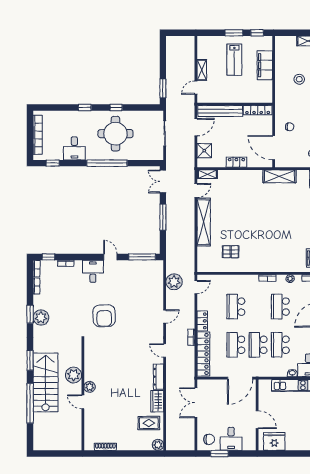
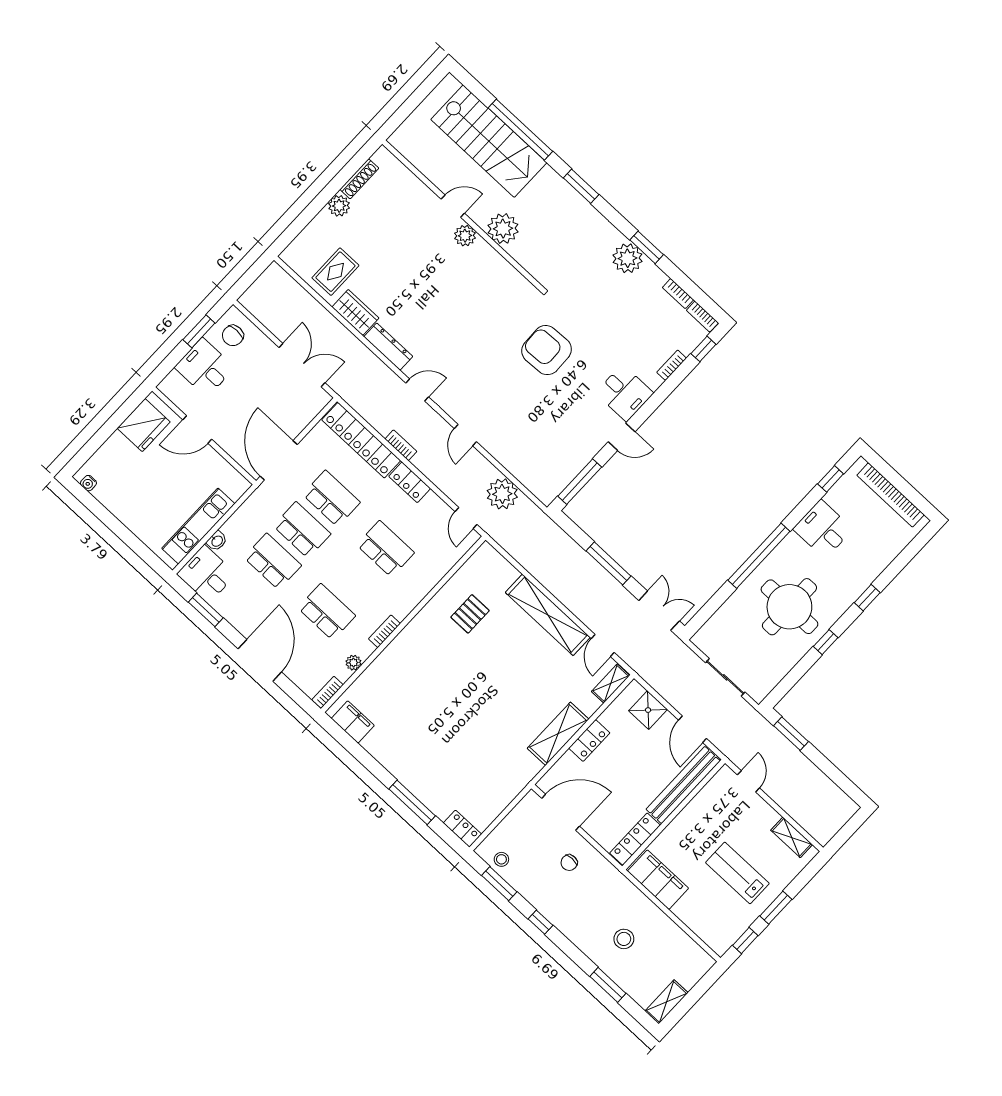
filing cabinet: (265, 65) -> (658, 880), moved
shelving: (202, 70) -> (792, 837), moved
shelving: (279, 176) -> (558, 734), moved
stairs: (46, 382) -> (489, 141), moved
plant: (158, 445) -> (339, 206), moved

